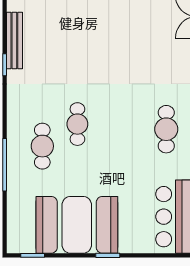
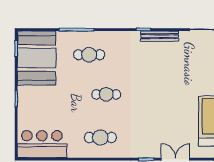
cafe table: (77, 124) -> (106, 94), moved
booth: (77, 225) -> (36, 58), moved

